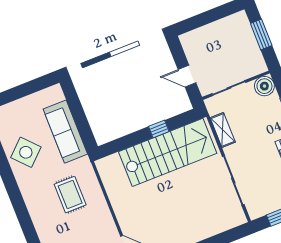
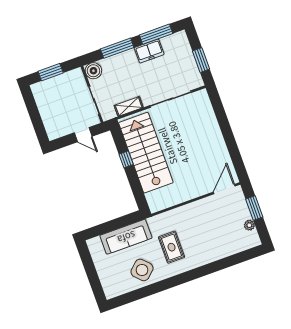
door: (187, 76) -> (83, 135), hinge flipped
rug: (70, 195) -> (172, 247), moved, turned 90

